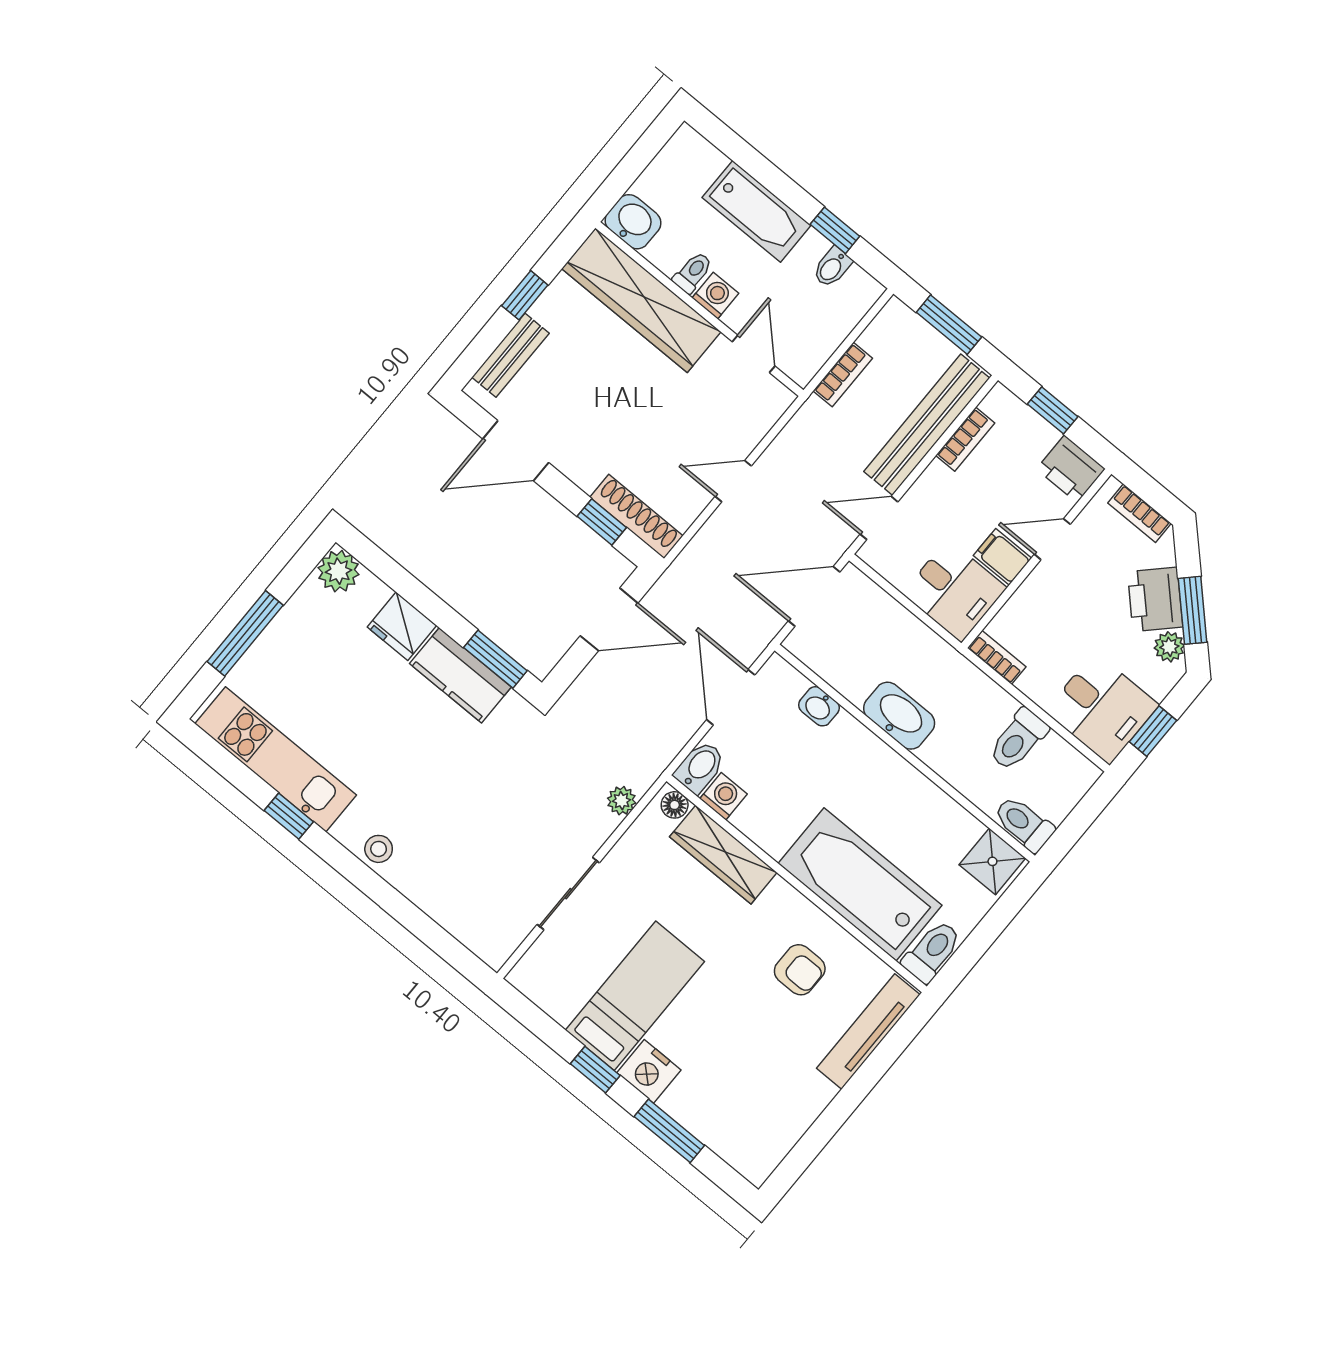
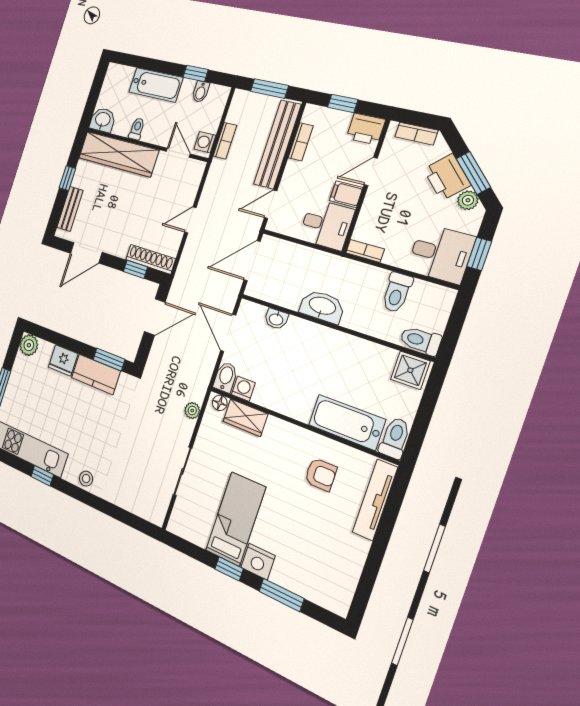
washing machine: (715, 296) -> (205, 142), moved, turned -90
wardrobe: (723, 855) -> (245, 418), width x0.67
bathtub: (860, 884) -> (347, 422), width x0.73, depth x0.73

